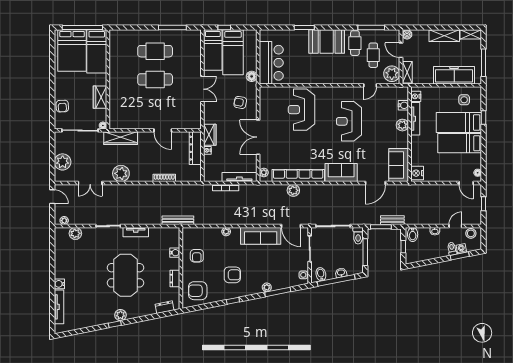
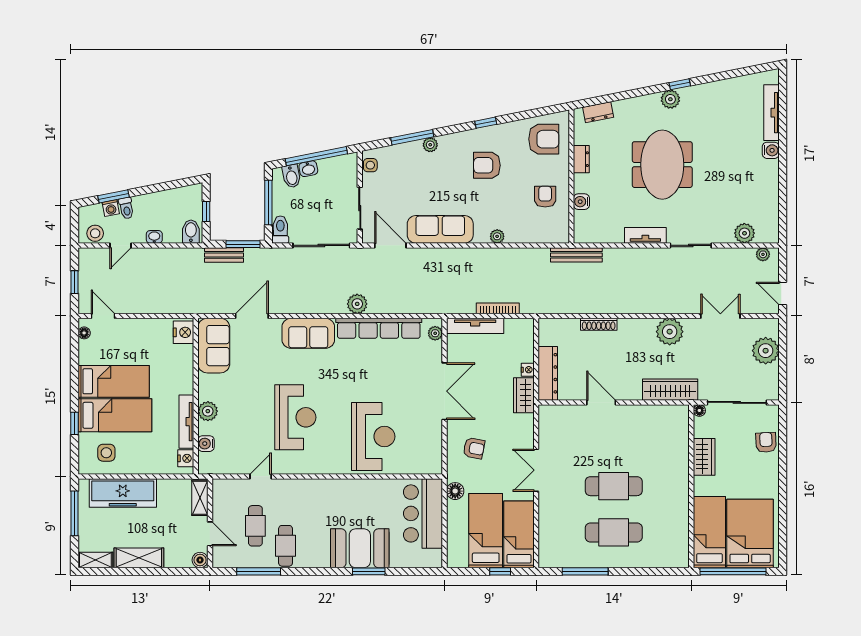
booth: (327, 42) -> (360, 548), moved
plant: (392, 74) -> (225, 495), removed
plant: (293, 190) -> (357, 304), moved
bidet: (321, 274) -> (291, 176), moved

